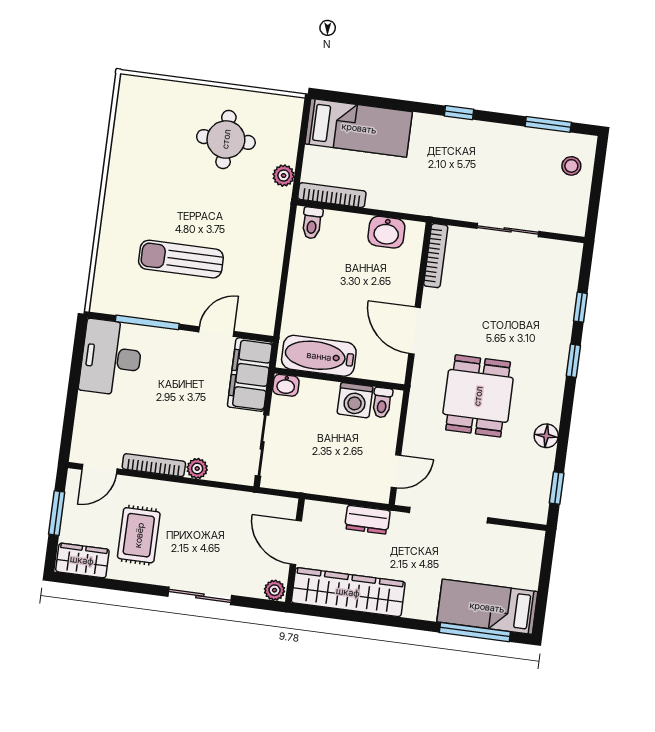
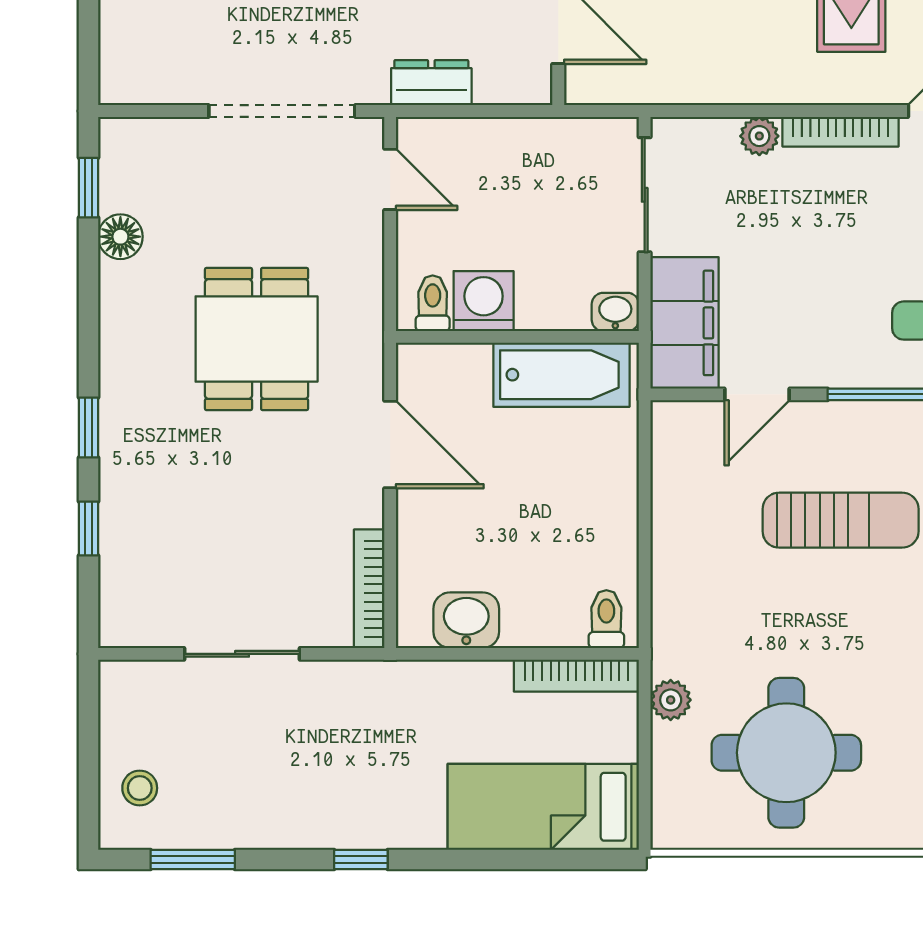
round table: (226, 139) -> (786, 753), width x1.36, depth x1.36
floor lamp: (546, 436) -> (120, 237), moved
door: (396, 471) -> (390, 179), swing flipped

